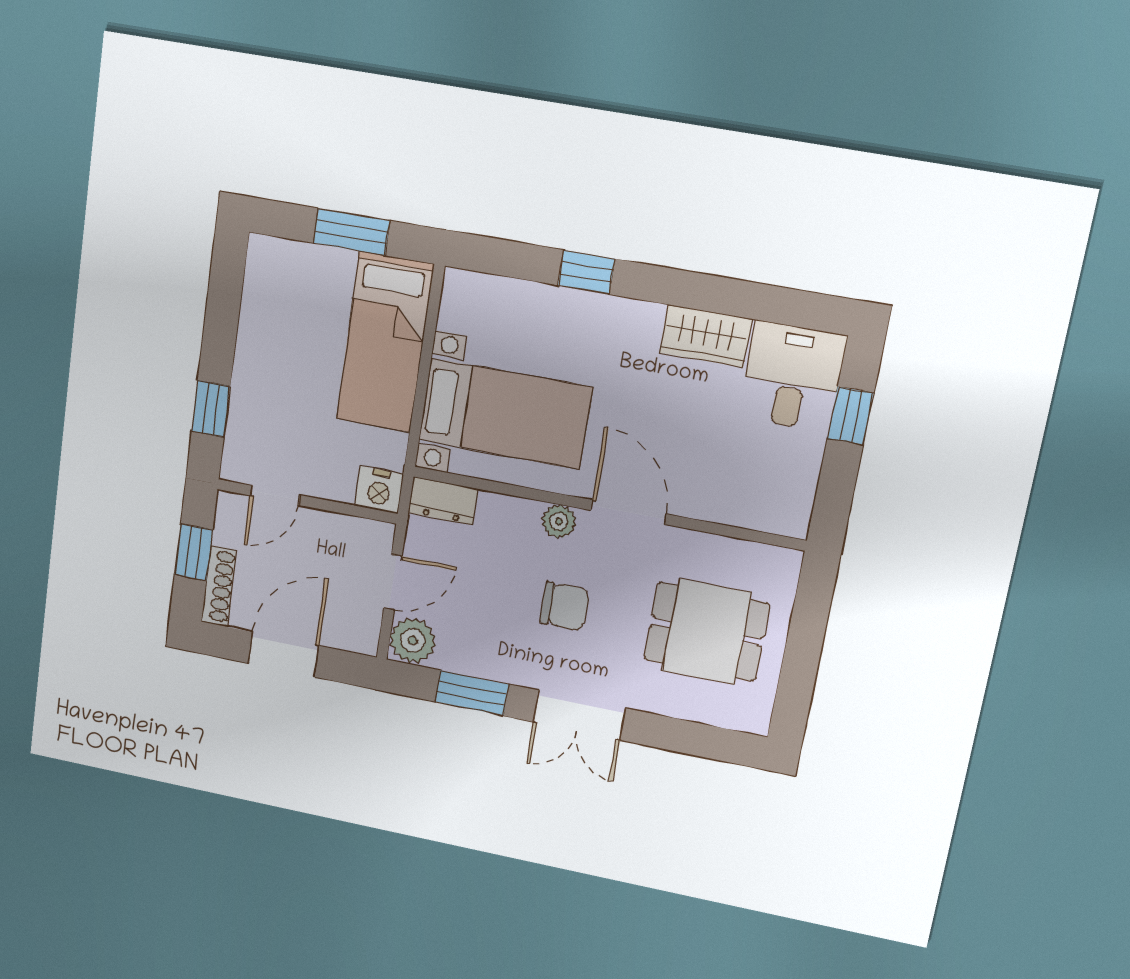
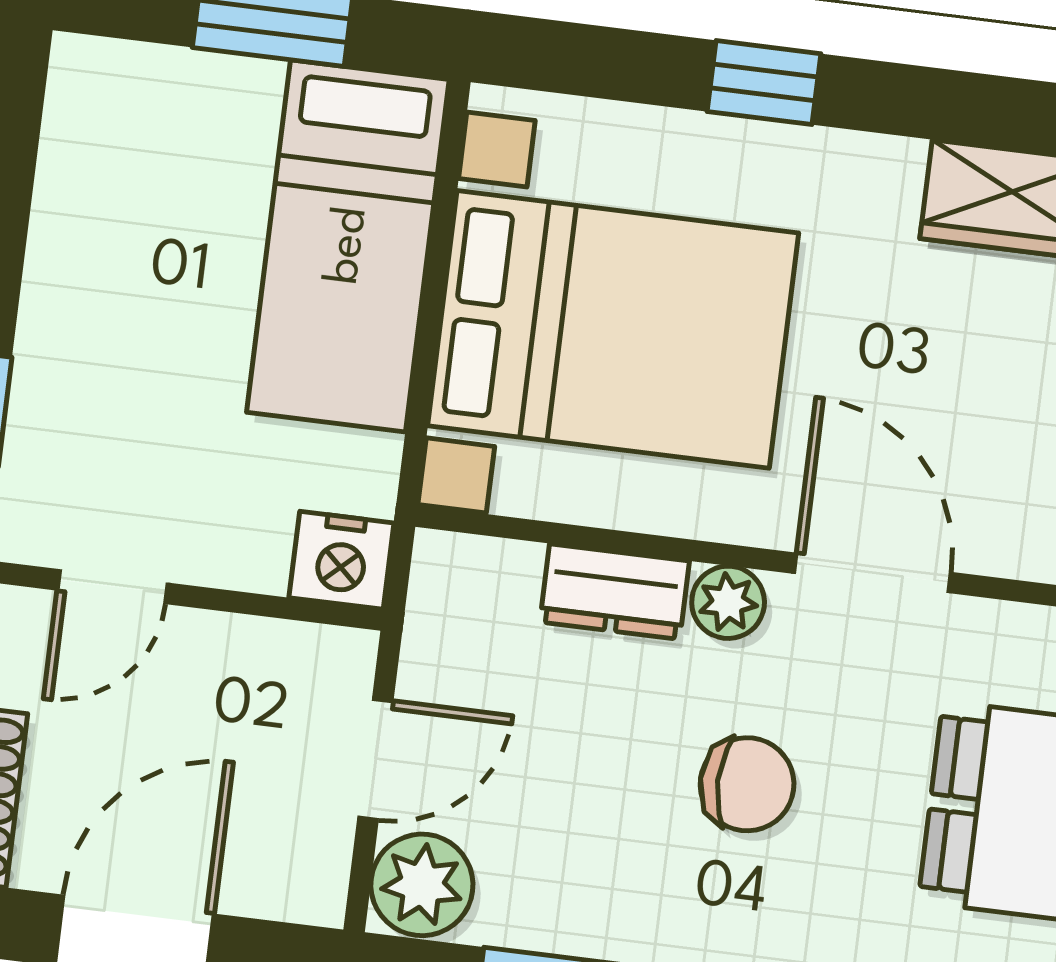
bed with nightstands: (505, 414) -> (613, 329), width x1.36
dresser: (443, 501) -> (615, 592), moved

